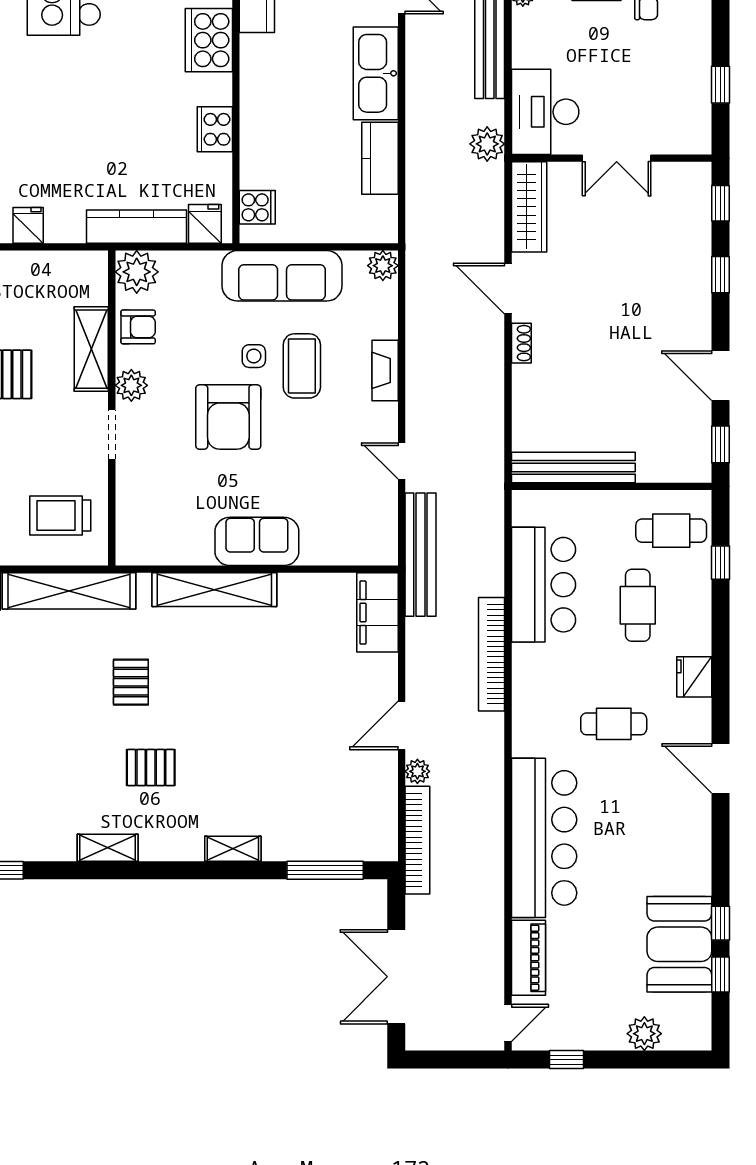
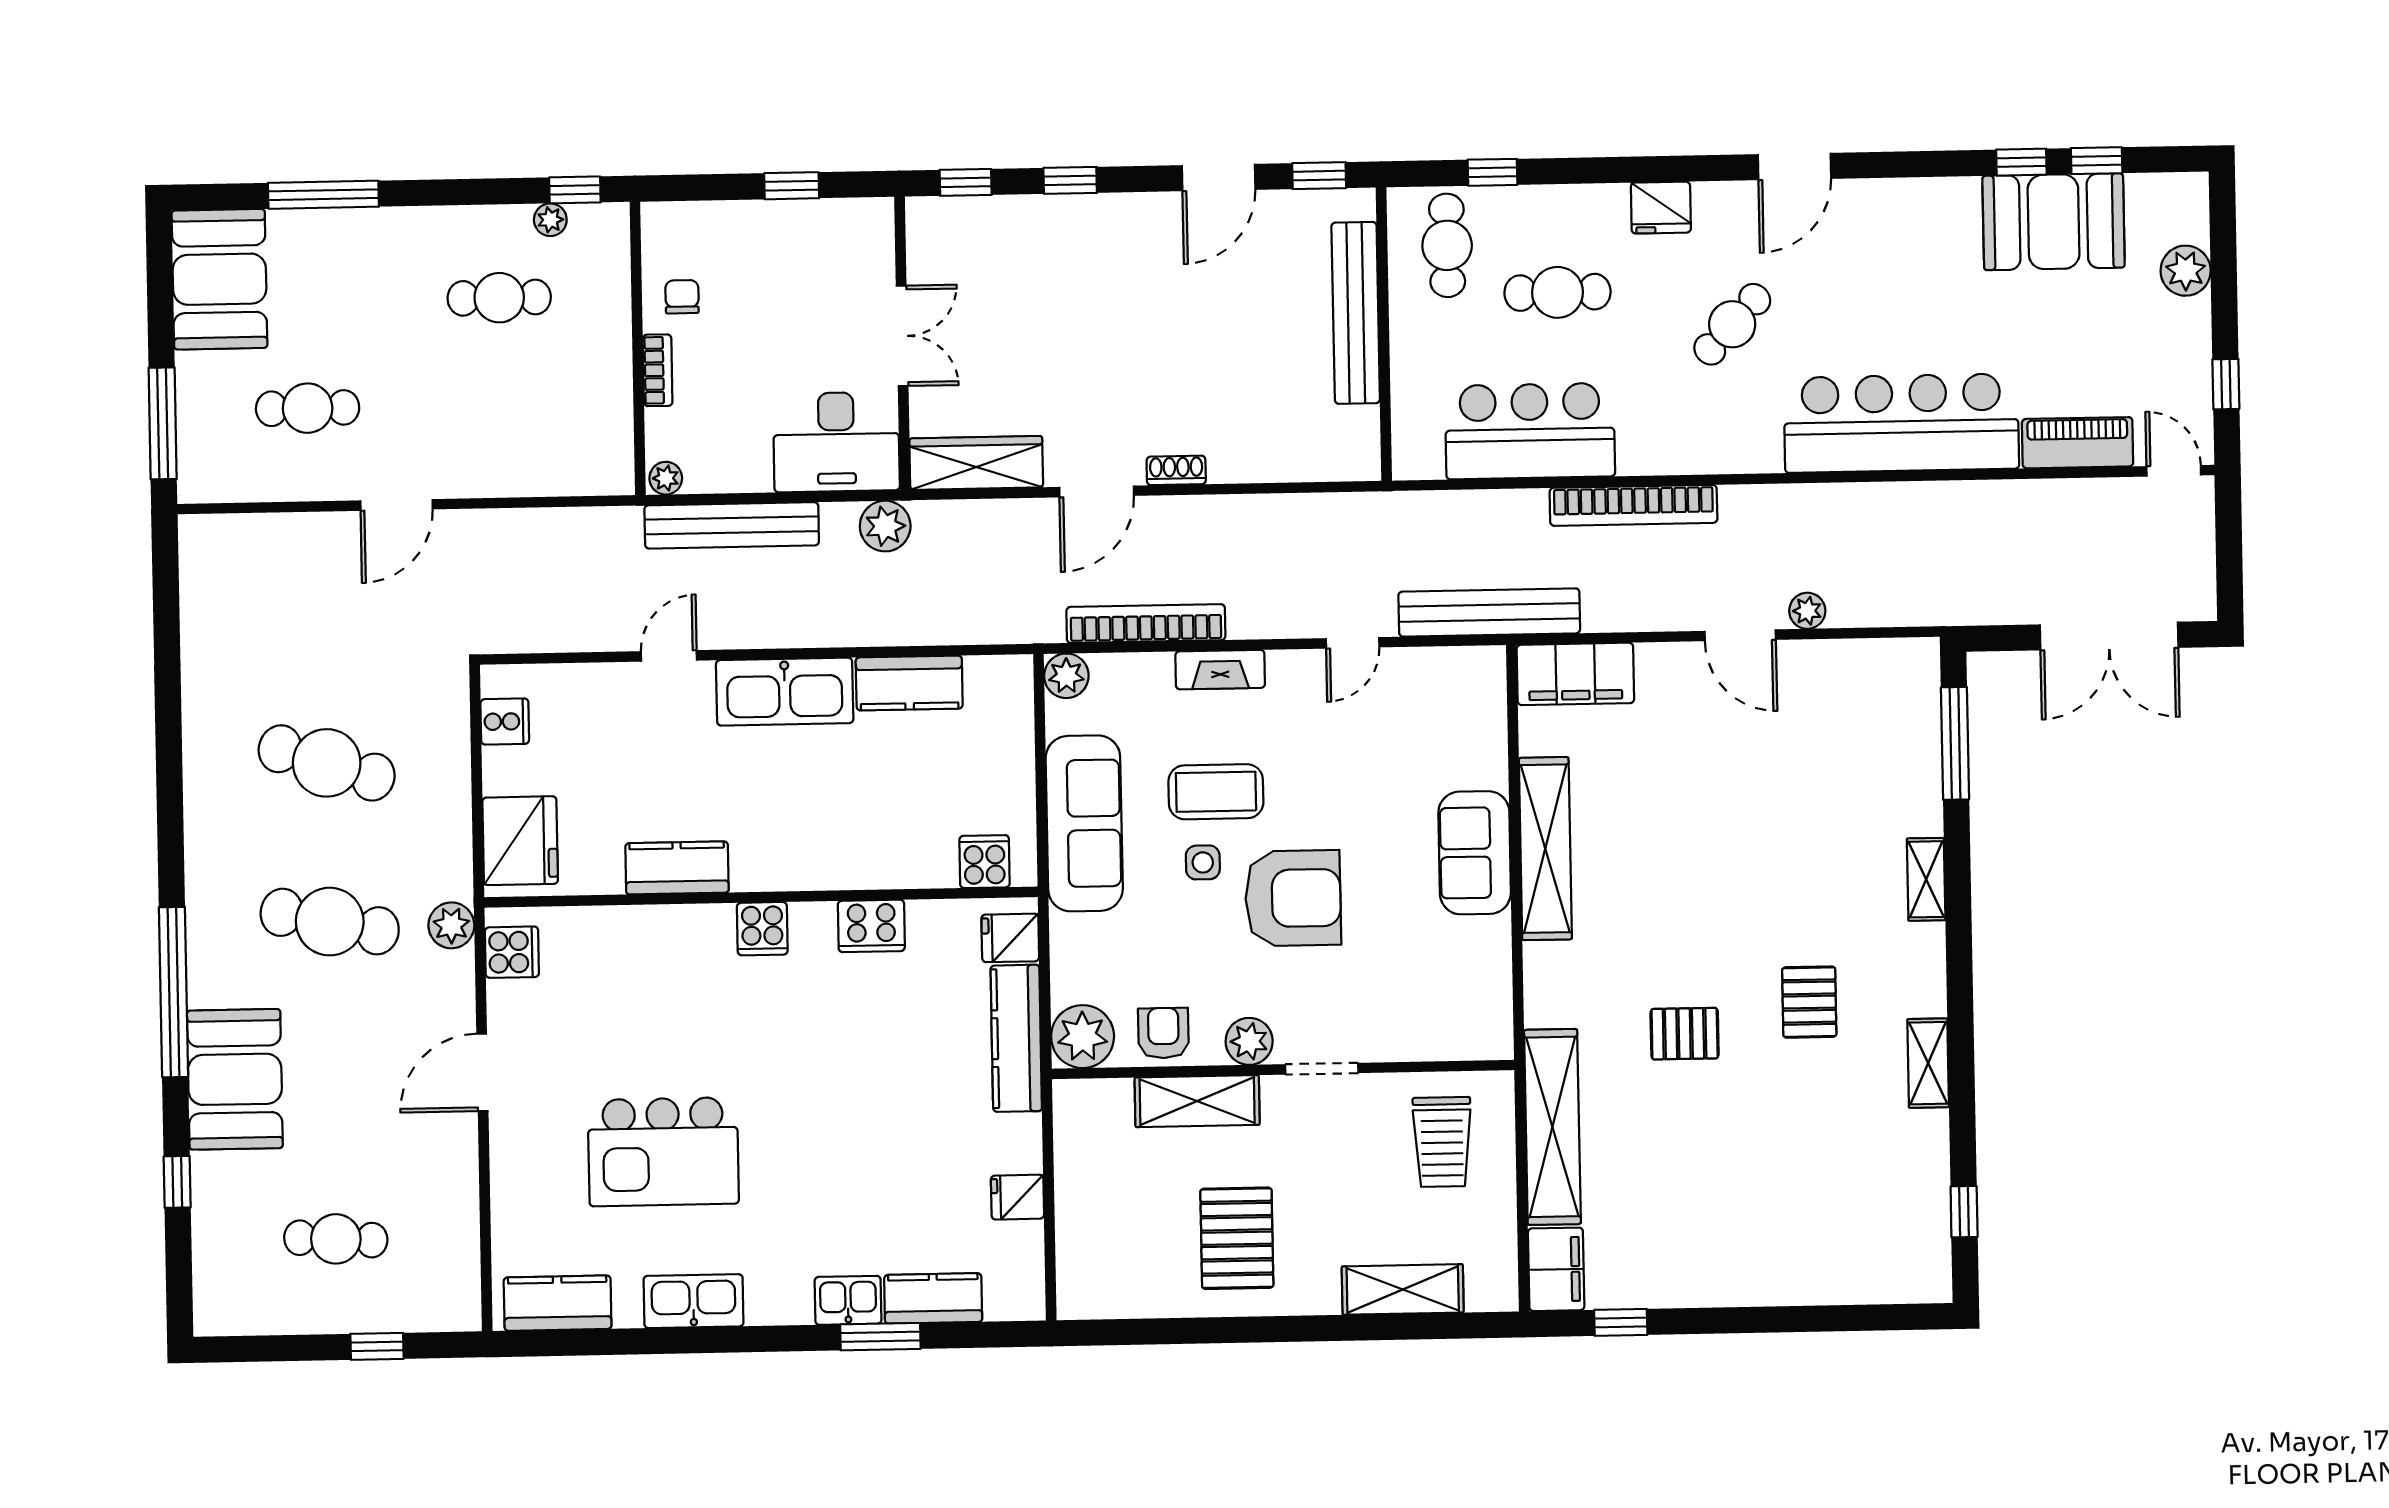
cooker: (209, 40) -> (762, 929), width x0.53, depth x0.76
bench: (573, 467) -> (1356, 313), moved
shelving: (214, 590) -> (1545, 849), moved
cafe table: (614, 724) -> (1732, 324), turned 43
bookcase: (417, 840) -> (1146, 624), moved

